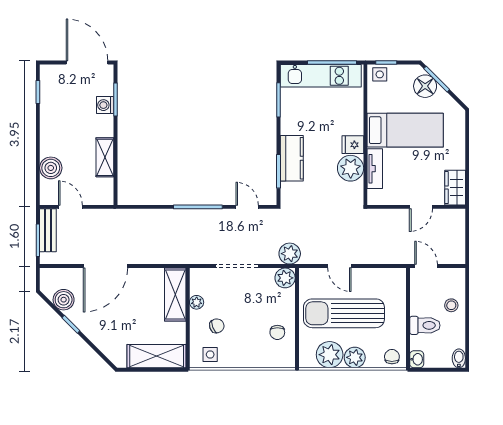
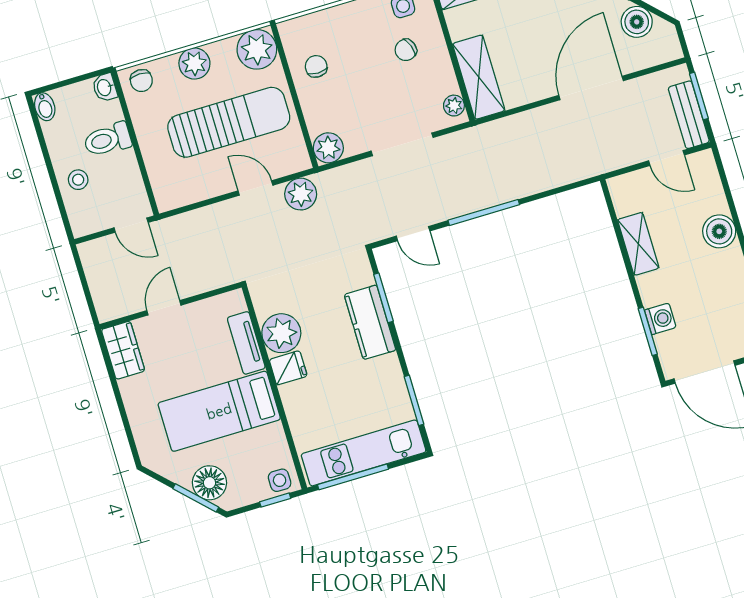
boiler: (51, 168) -> (719, 231), moved
plant: (290, 254) -> (301, 194), moved
plant: (197, 302) -> (454, 106), moved
plant: (330, 355) -> (257, 49), moved

